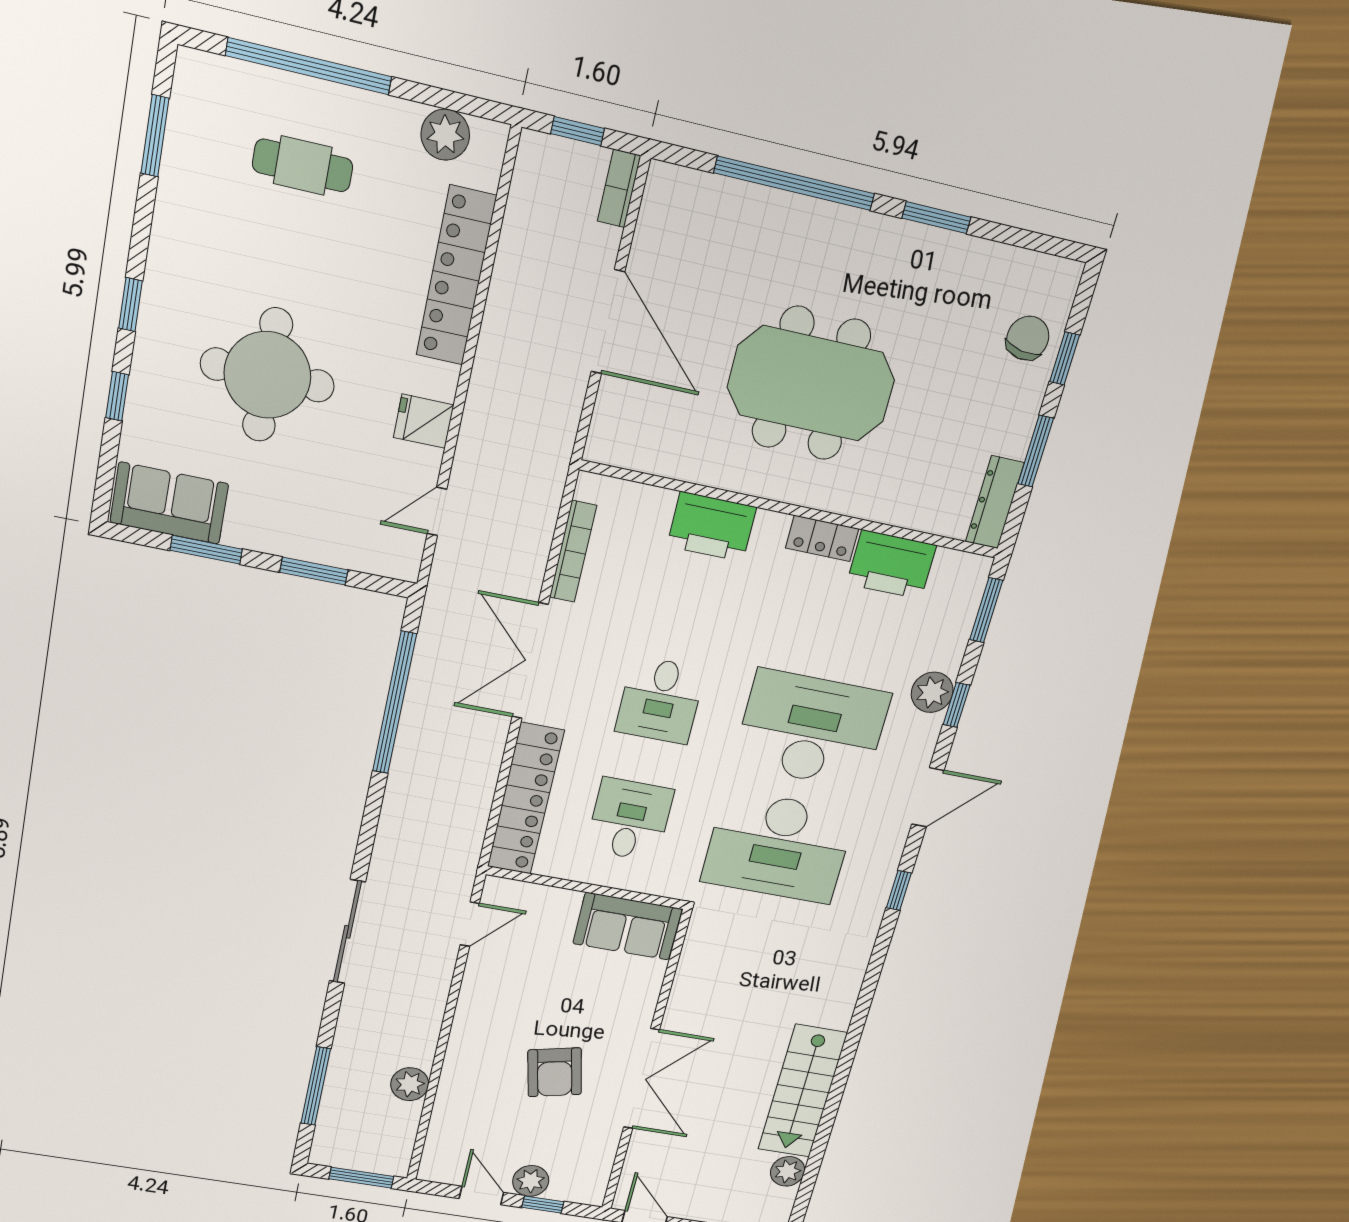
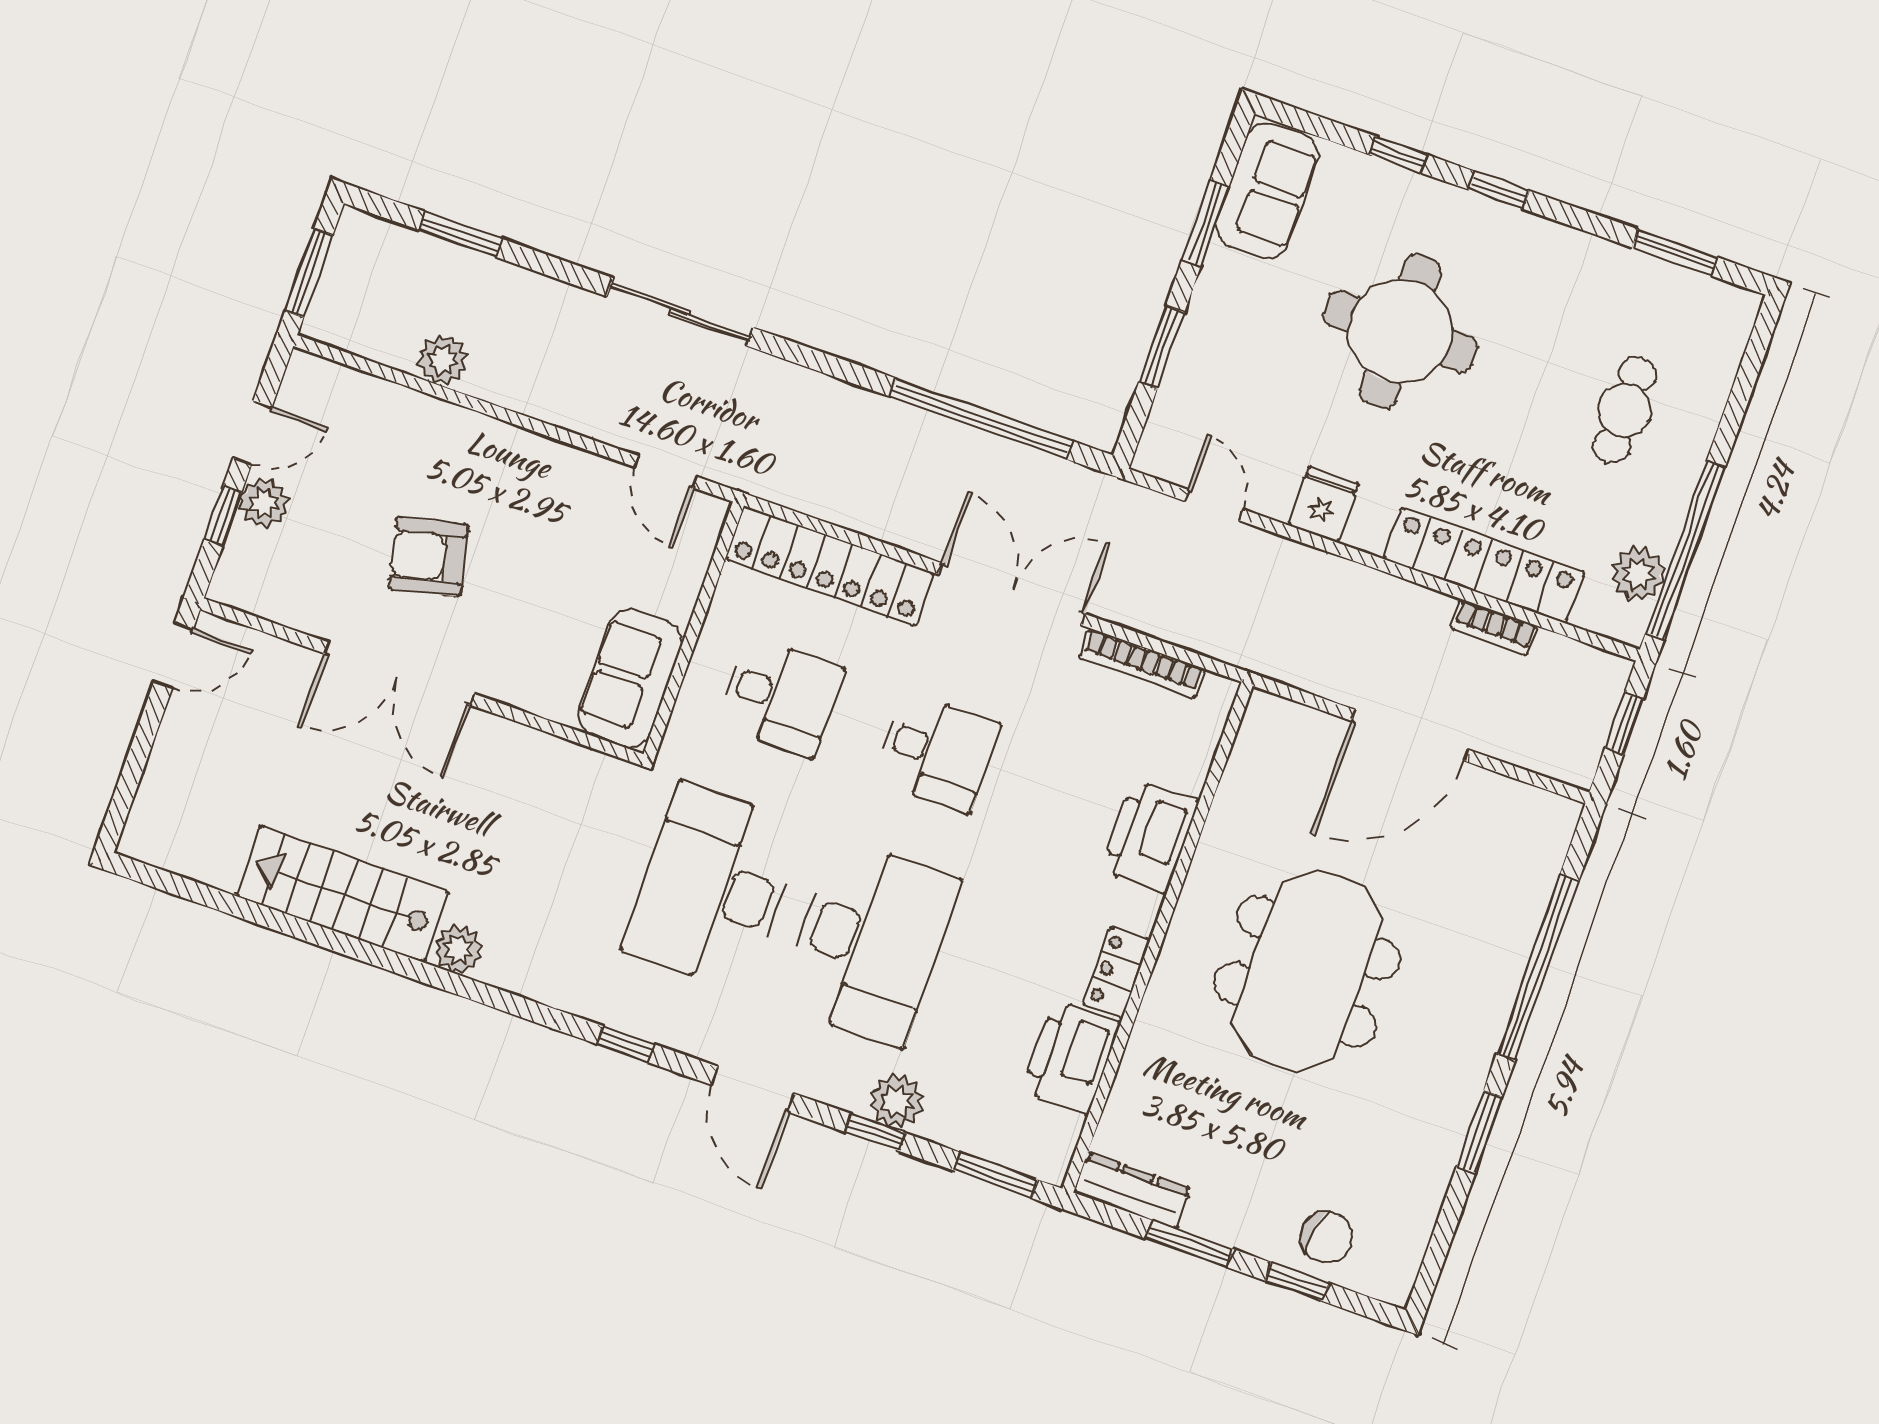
window: (309, 66) -> (1685, 551), moved
bookcase: (619, 188) -> (1494, 627), moved, turned 180
desk: (660, 700) -> (937, 752), turned 180
window: (316, 1086) -> (461, 234), width x0.69
plant: (788, 1171) -> (459, 949), moved

